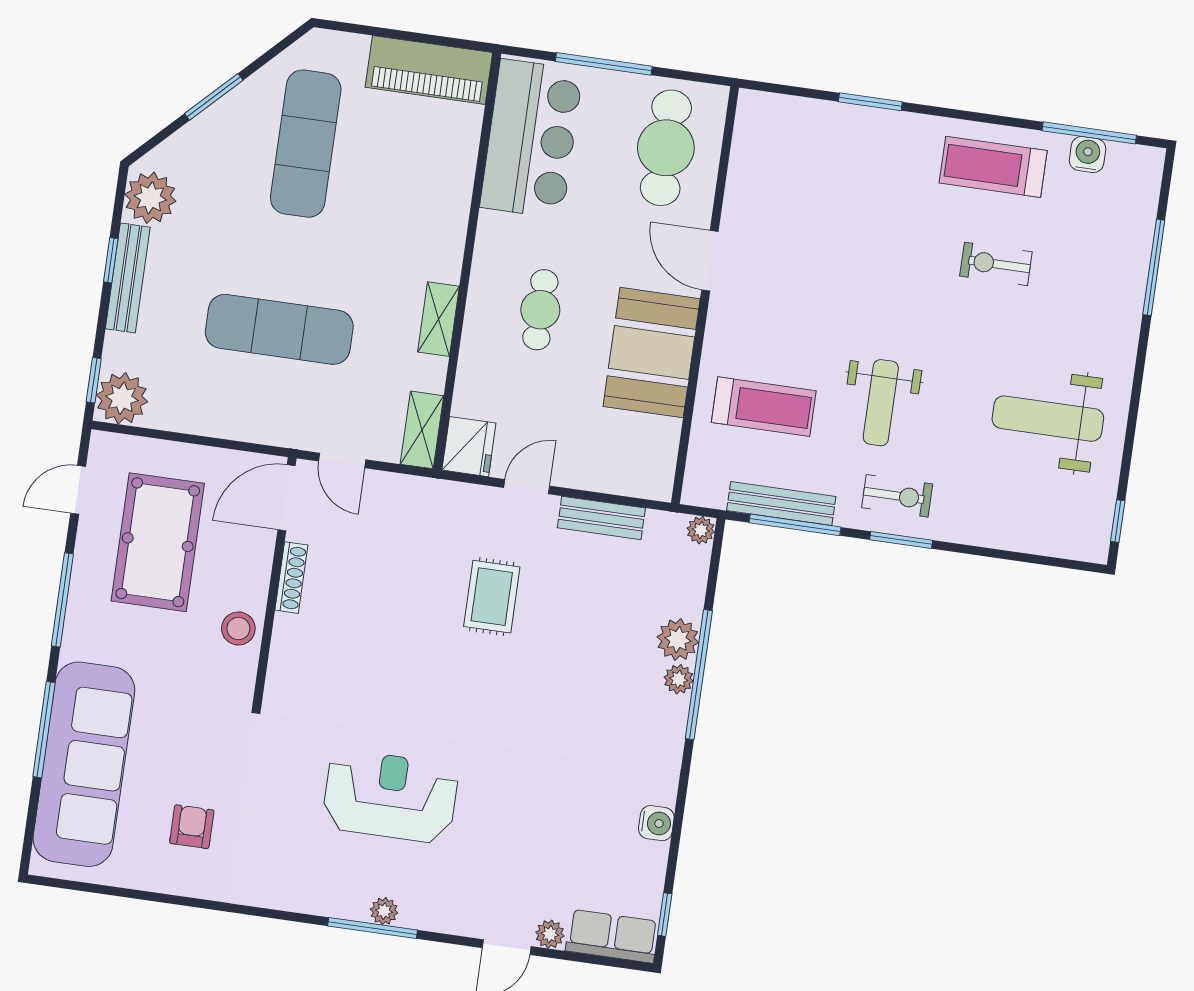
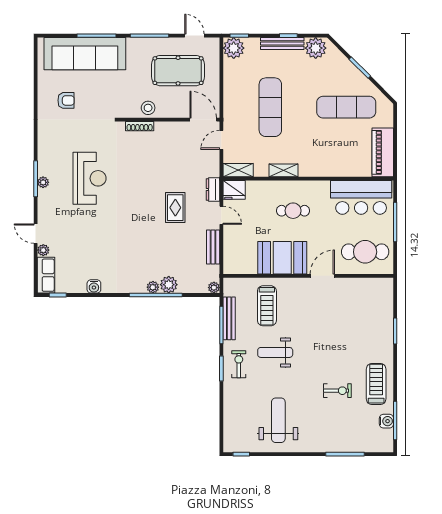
exercise bike: (996, 264) -> (337, 391), turned 90
exercise bike: (897, 496) -> (239, 364), turned 180
dresser: (461, 498) -> (213, 189), added
shoe rack: (291, 578) -> (140, 126), moved
rug: (492, 597) -> (175, 208), turned 90

